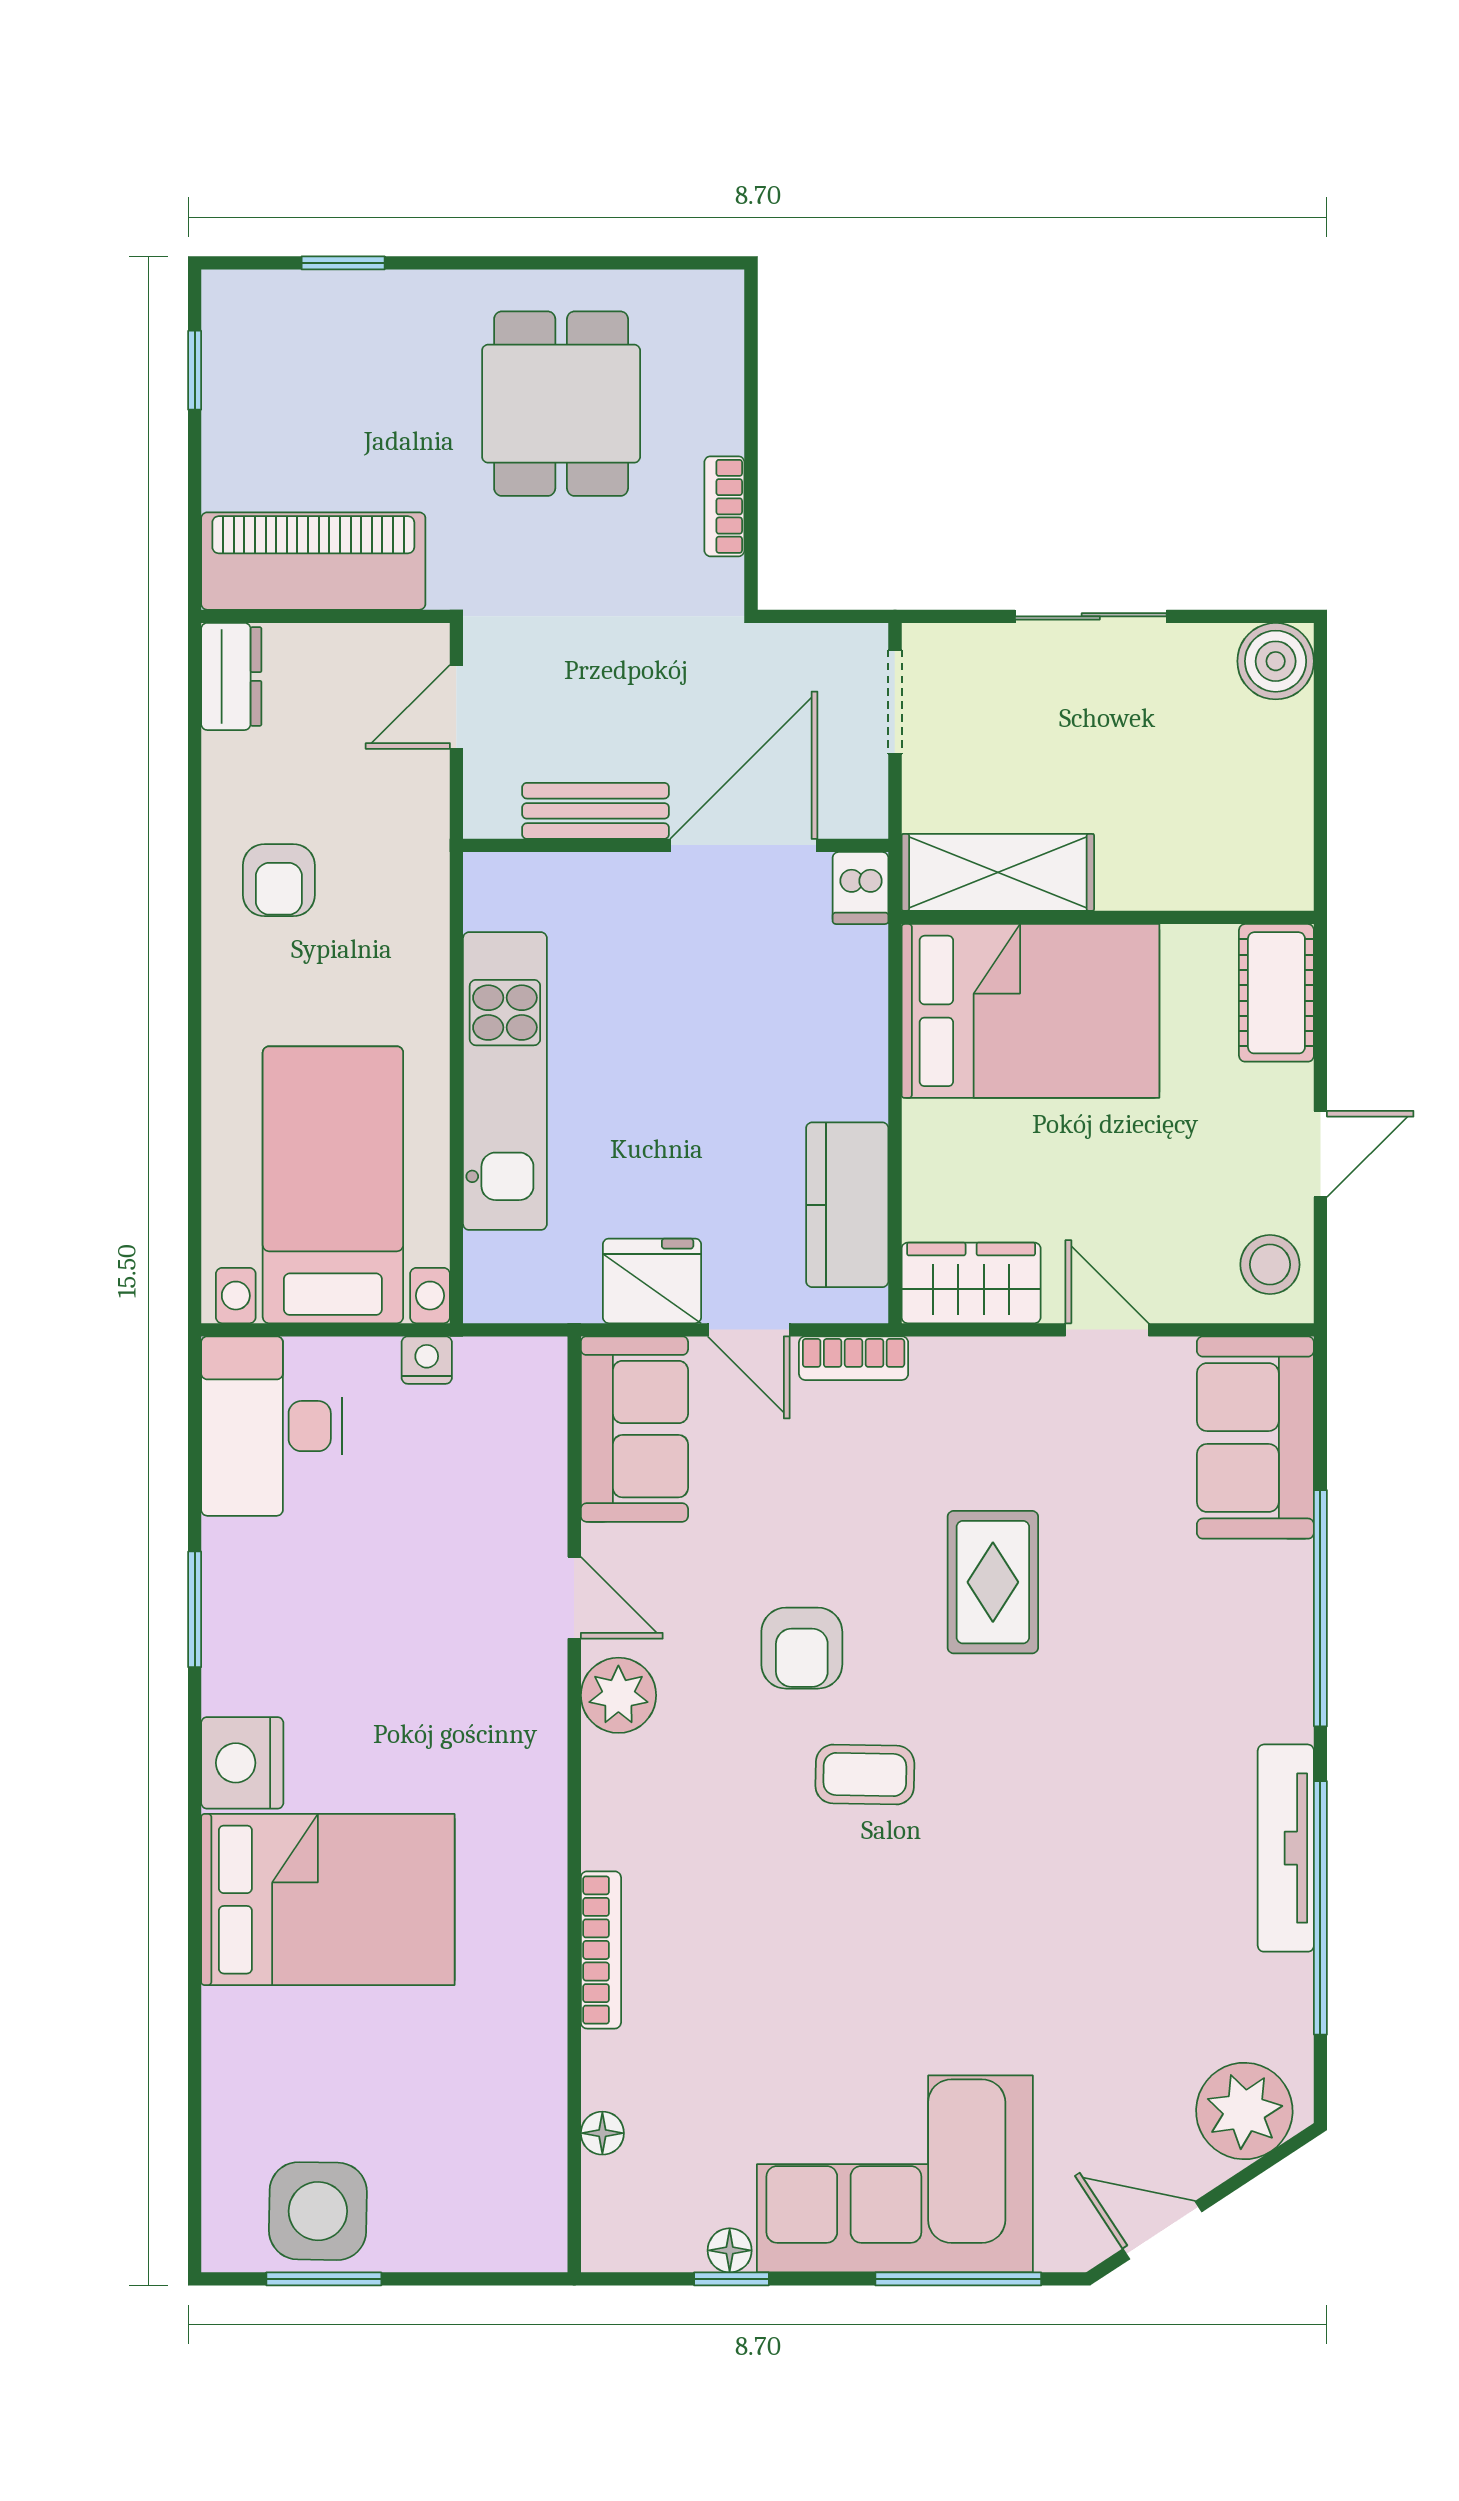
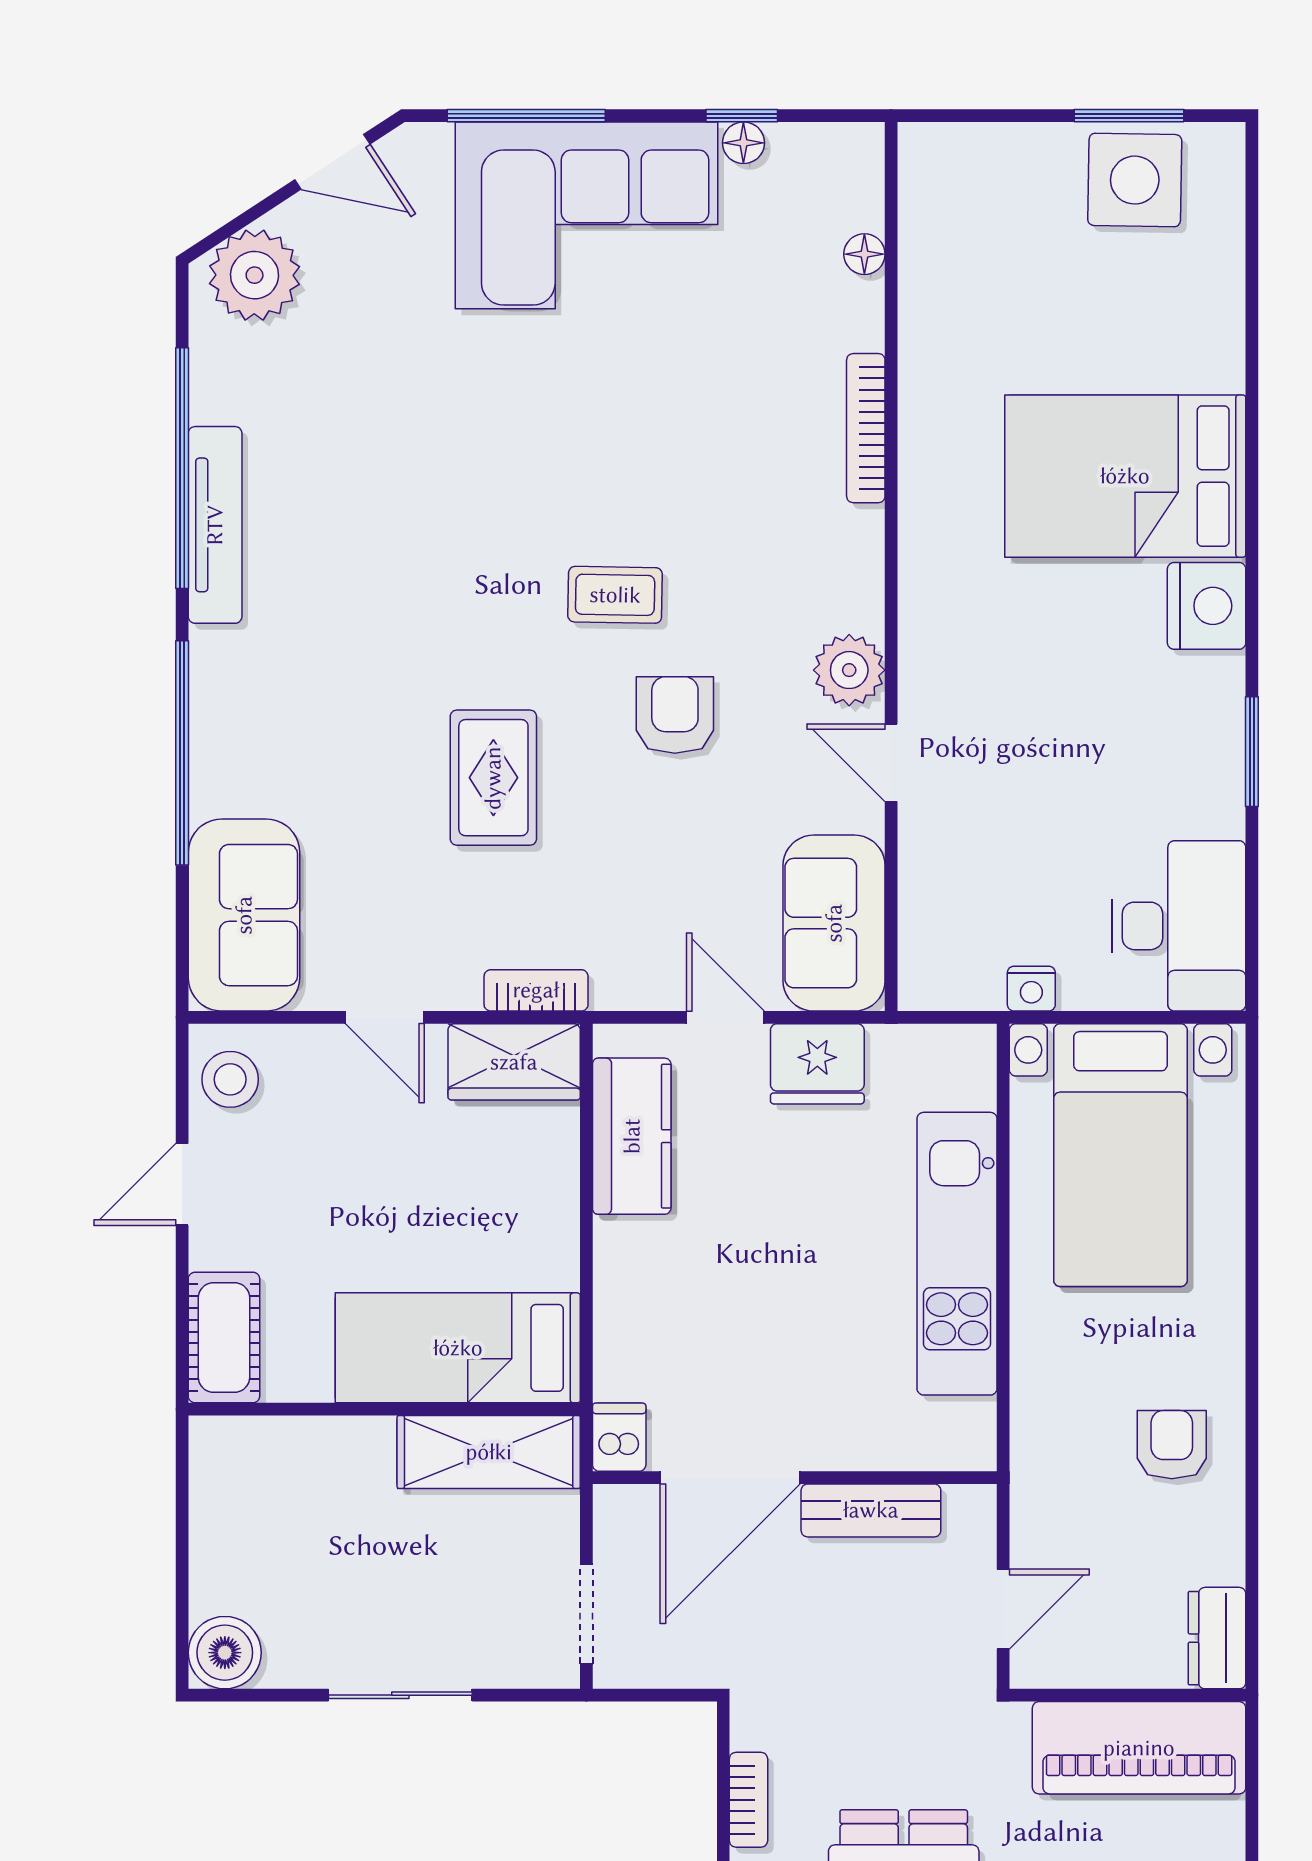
bed: (1030, 1011) -> (458, 1348), width x0.67
bookcase: (854, 1358) -> (536, 990), moved

